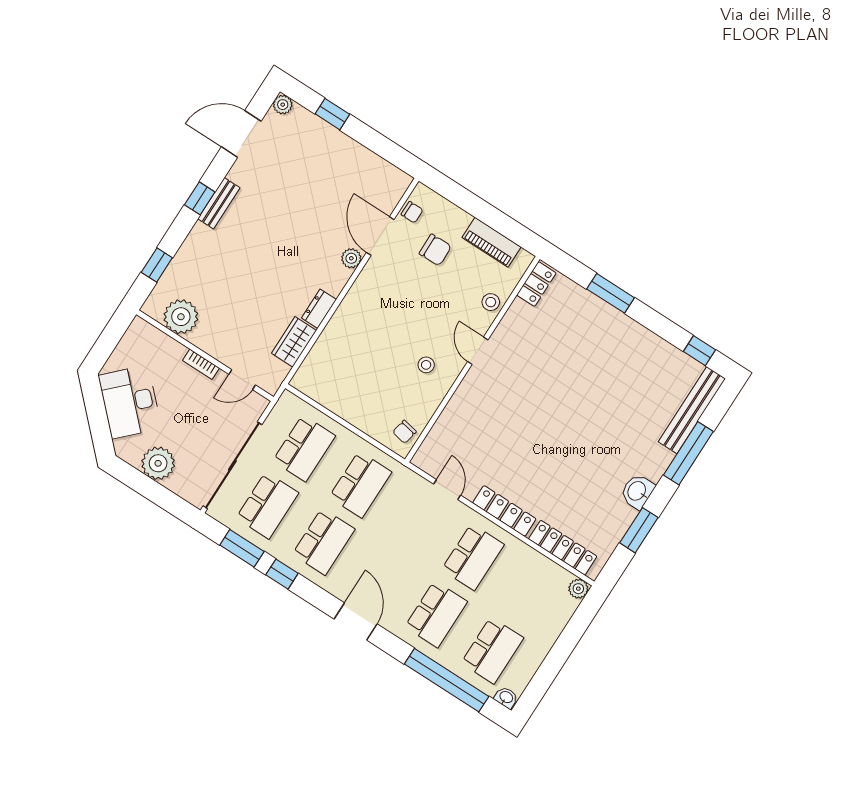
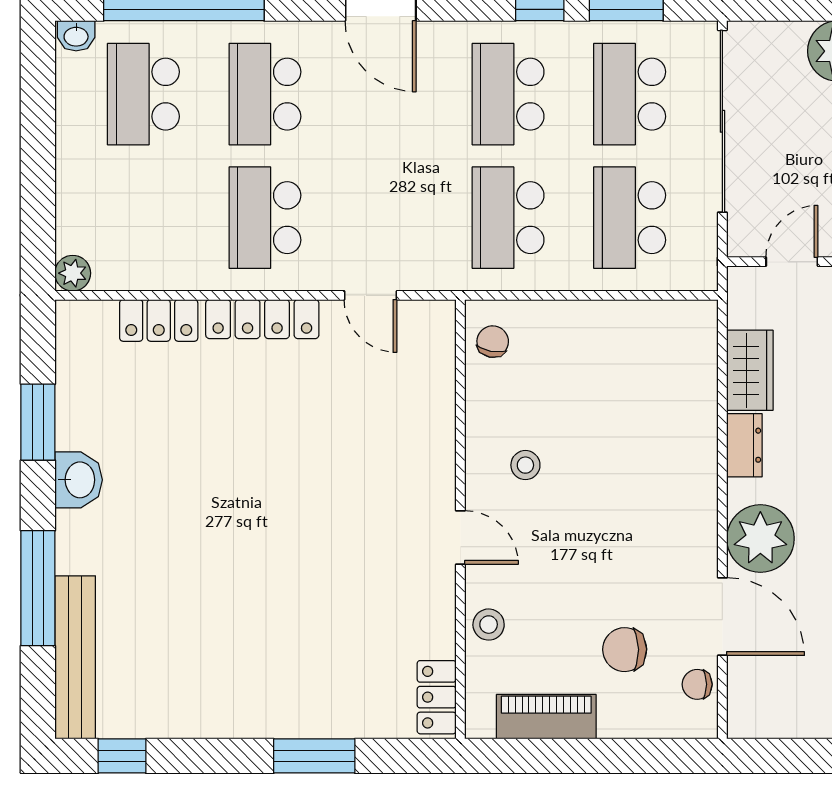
plant: (351, 258) -> (760, 538), width x1.87, depth x1.87
locker: (563, 548) -> (159, 320), width x0.66

